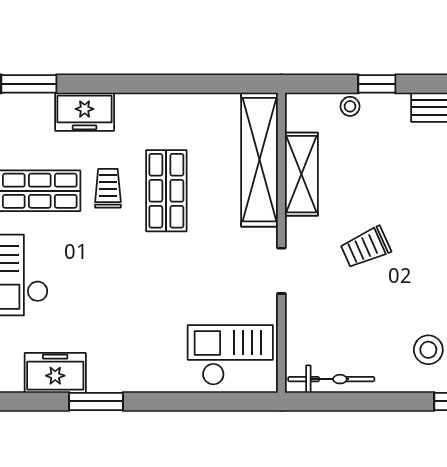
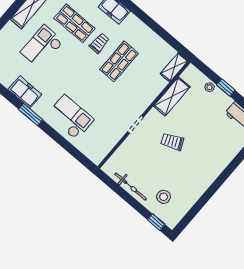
shelving: (260, 160) -> (174, 67), width x0.45, depth x0.75
checkout: (230, 355) -> (70, 117), moved
bicycle: (331, 379) -> (131, 187), moved

